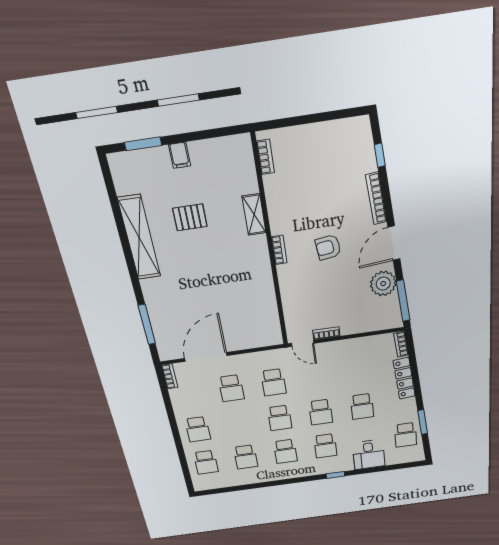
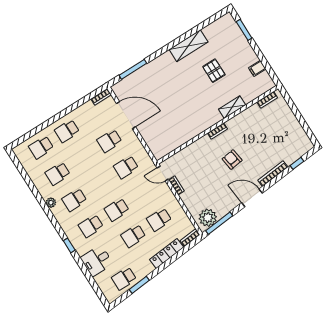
filing cabinet: (180, 155) -> (257, 68), moved
shelving: (139, 238) -> (189, 46), width x0.68
plant: (383, 284) -> (208, 218), moved
door: (303, 343) -> (163, 173), hinge flipped
school desk: (280, 418) -> (159, 220), moved
plant: (276, 475) -> (51, 203), added

